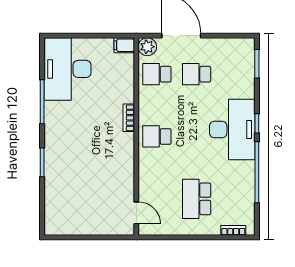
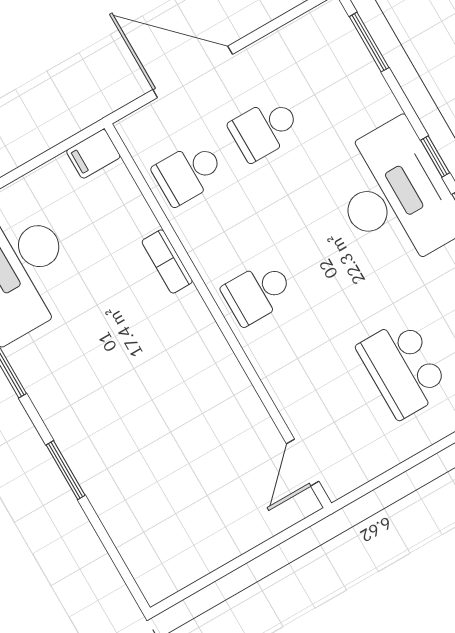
plant: (147, 47) -> (140, 131), removed
bookcase: (129, 118) -> (167, 261), moved
door: (136, 213) -> (303, 463), swing flipped

